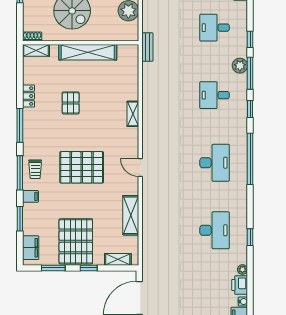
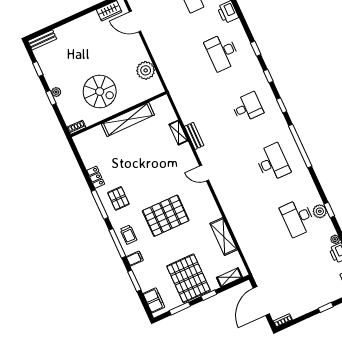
desk: (215, 28) -> (222, 52), width x1.37
bench: (147, 47) -> (194, 136), moved
shelving: (36, 50) -> (85, 137), removed
plant: (240, 66) -> (320, 211), moved
window: (250, 73) -> (268, 76), width x0.46
desk: (215, 95) -> (247, 107), turned 180
pallet: (71, 103) -> (118, 198), moved
shelving: (133, 114) -> (178, 133), moved
door: (140, 167) -> (204, 173), moved
desk: (215, 230) -> (298, 218), turned 180

